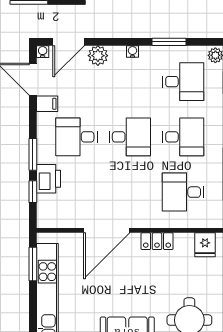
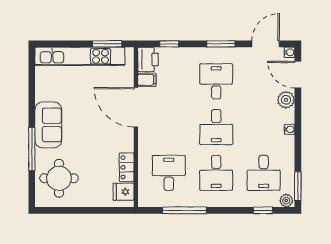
window: (169, 42) -> (298, 186), moved
filing cabinet: (47, 104) -> (147, 80), moved, turned -90
window: (33, 154) -> (221, 44), moved
printer: (48, 179) -> (148, 59), moved, turned -90
locker: (157, 241) -> (127, 167), moved

